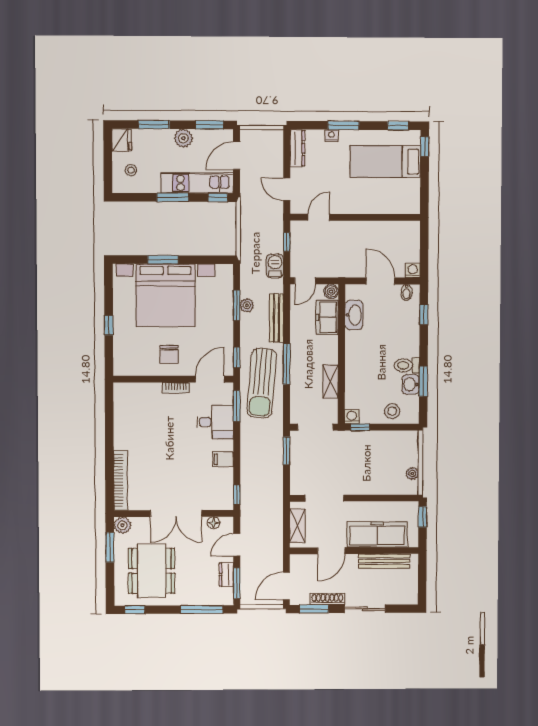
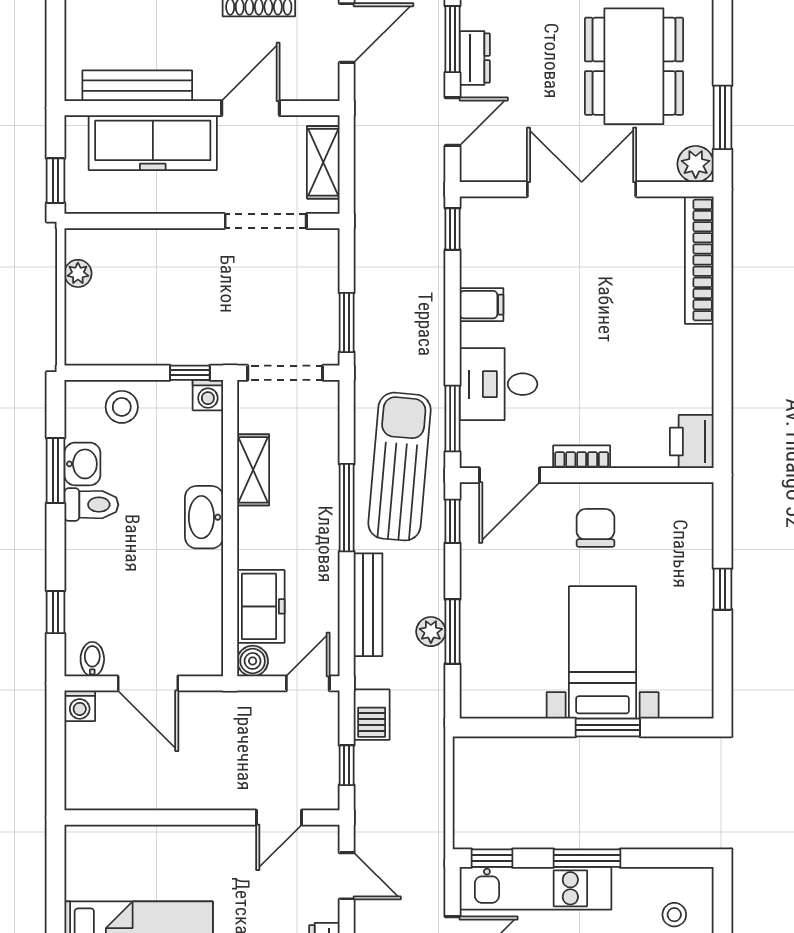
bed with nightstands: (166, 295) -> (603, 652), width x0.54
washbasin: (354, 315) -> (204, 517), moved
printer: (124, 395) -> (692, 442), added
floor lamp: (214, 523) -> (502, 169), removed

